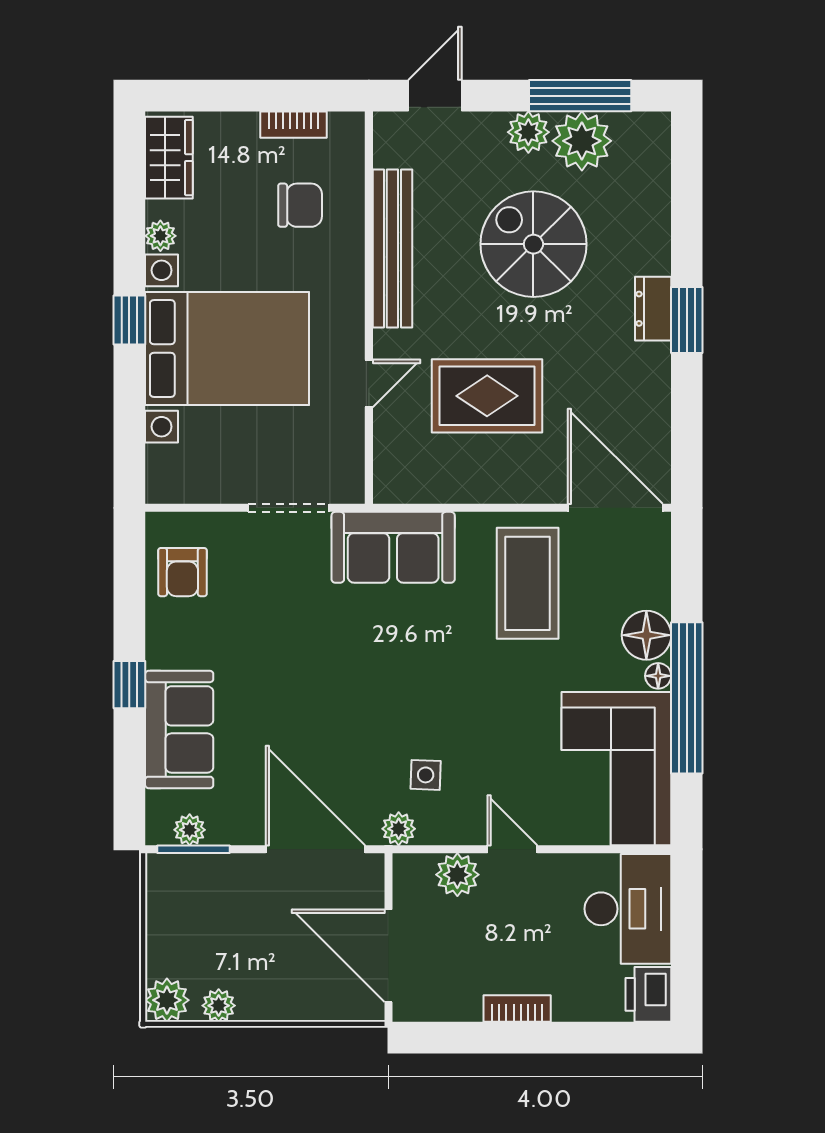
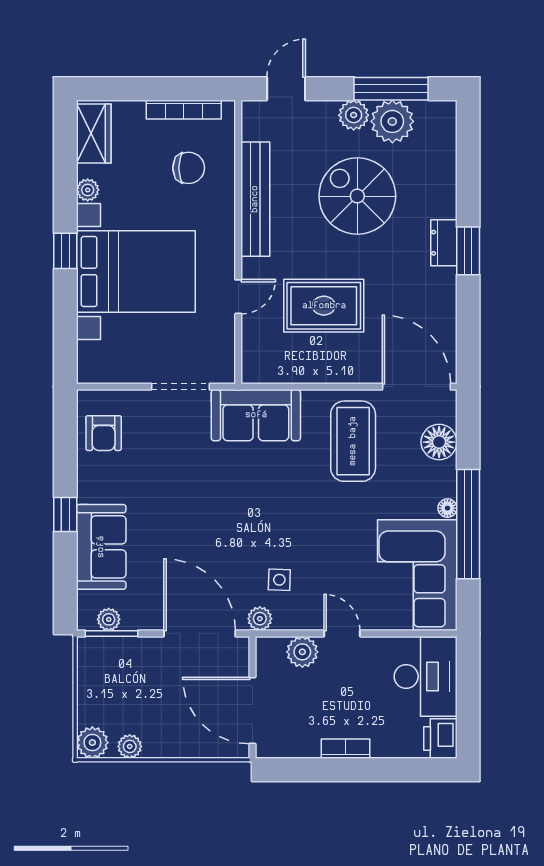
bookcase: (293, 125) -> (184, 110), width x1.56
floor lamp: (646, 635) -> (439, 442), moved

